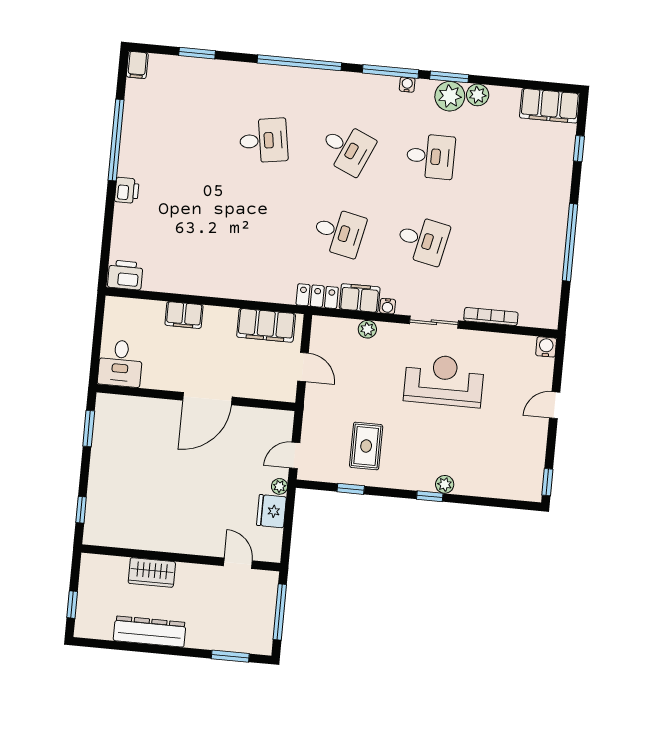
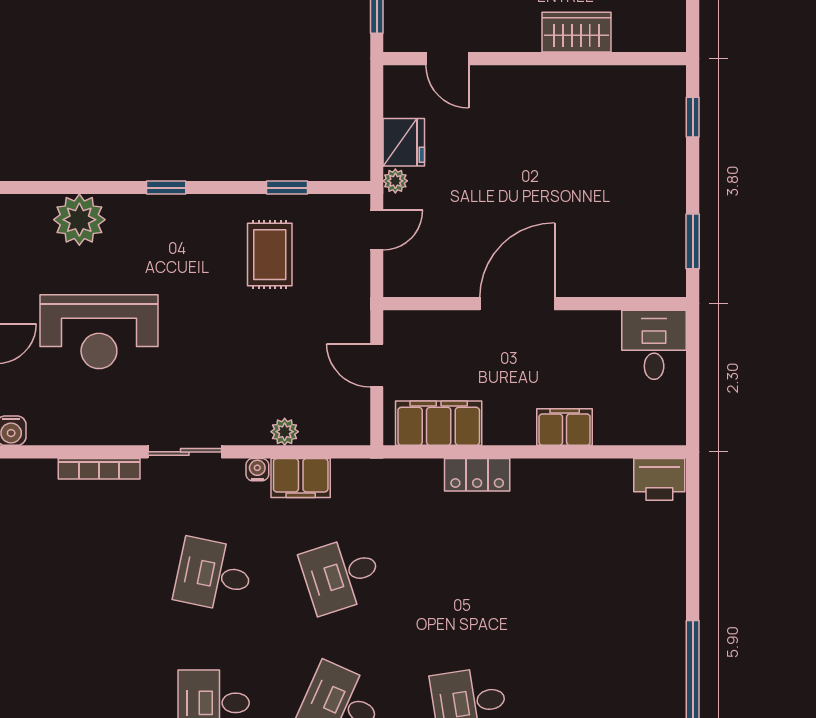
printer: (127, 190) -> (669, 608), removed
desk: (339, 232) -> (341, 575), turned -30
locker: (317, 296) -> (477, 475), moved
reception desk: (444, 380) -> (99, 332), moved
plant: (445, 484) -> (79, 220), moved, width x1.87, depth x1.87

